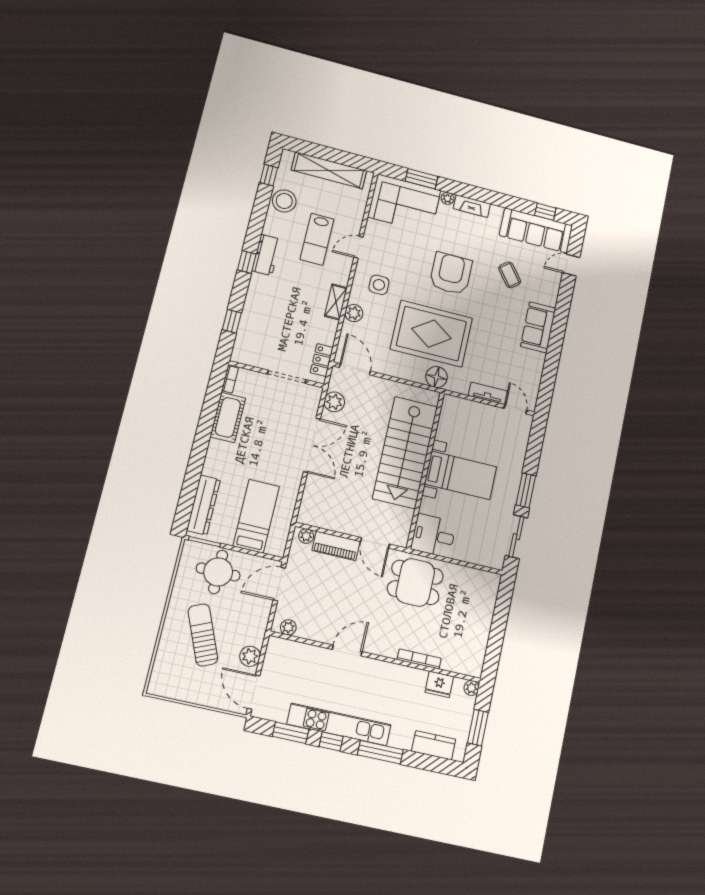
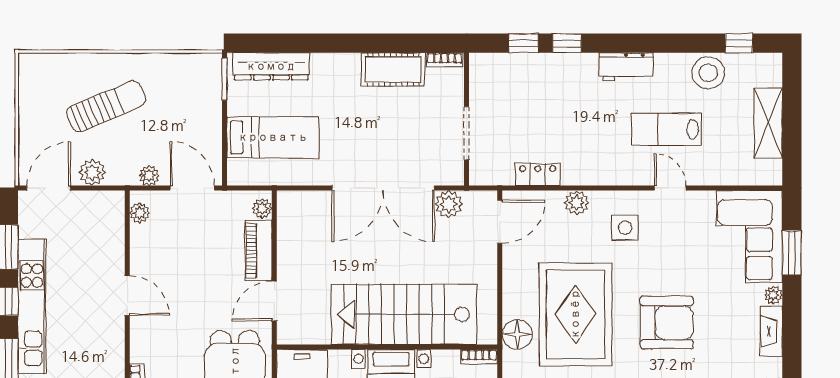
shelving: (329, 170) -> (768, 123), width x0.68
window: (247, 262) -> (567, 43), moved
shelving: (336, 302) -> (586, 175), removed
locker: (322, 360) -> (538, 174), moved
bookcase: (446, 407) -> (479, 357), added
double door: (312, 445) -> (383, 188), width x1.36
round table: (218, 572) -> (190, 106), removed
plant: (262, 614) -> (149, 176), added

